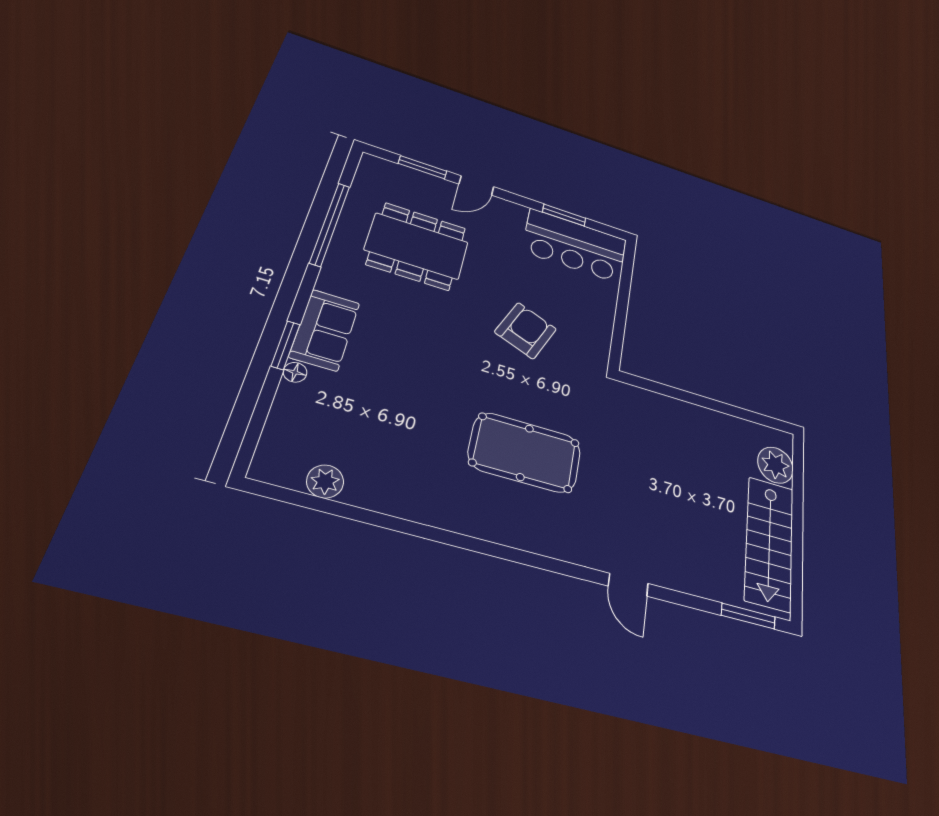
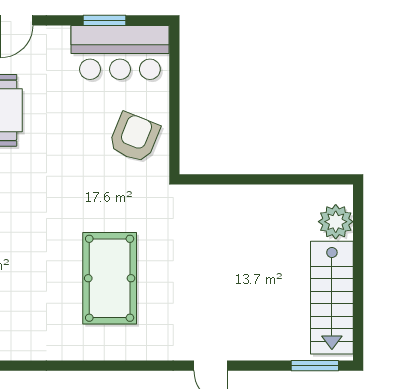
armchair: (526, 331) -> (134, 137), moved
pool table: (525, 453) -> (110, 278), turned 90

